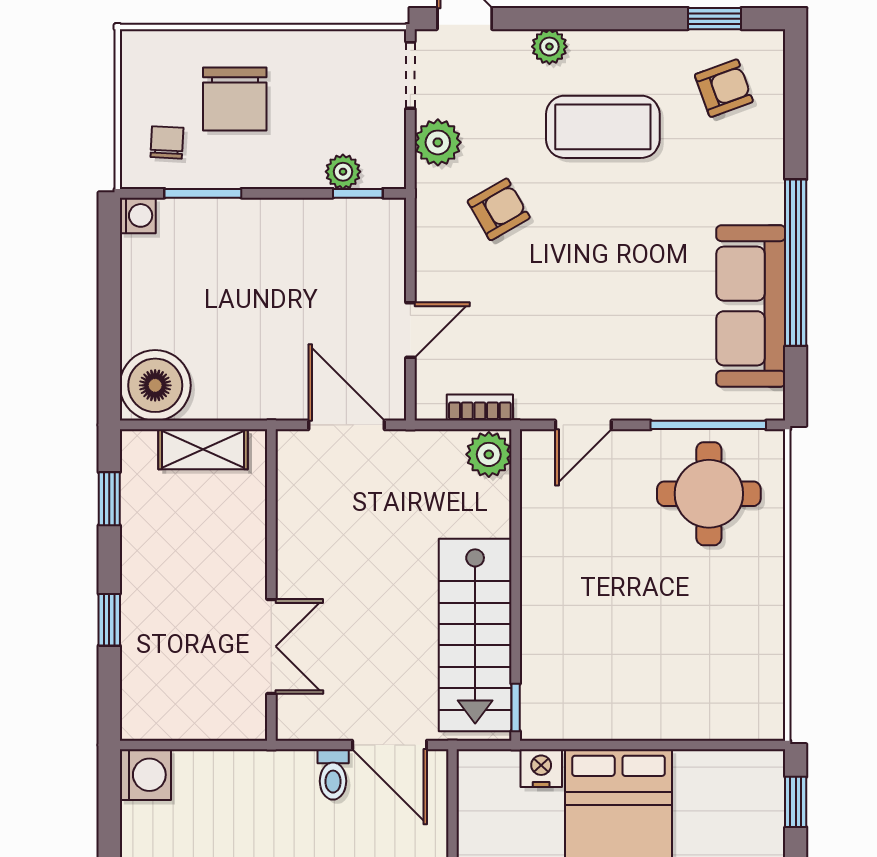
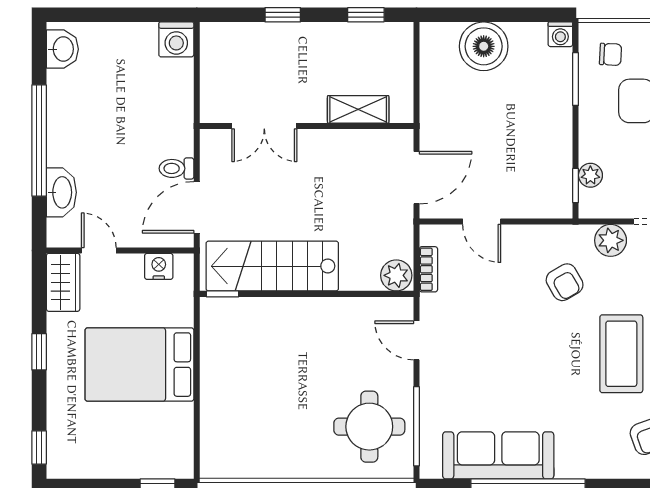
boiler: (155, 385) -> (484, 46), moved
shelving: (203, 449) -> (358, 109), moved, turned 90
nightstand: (541, 768) -> (159, 266), moved, turned -90

